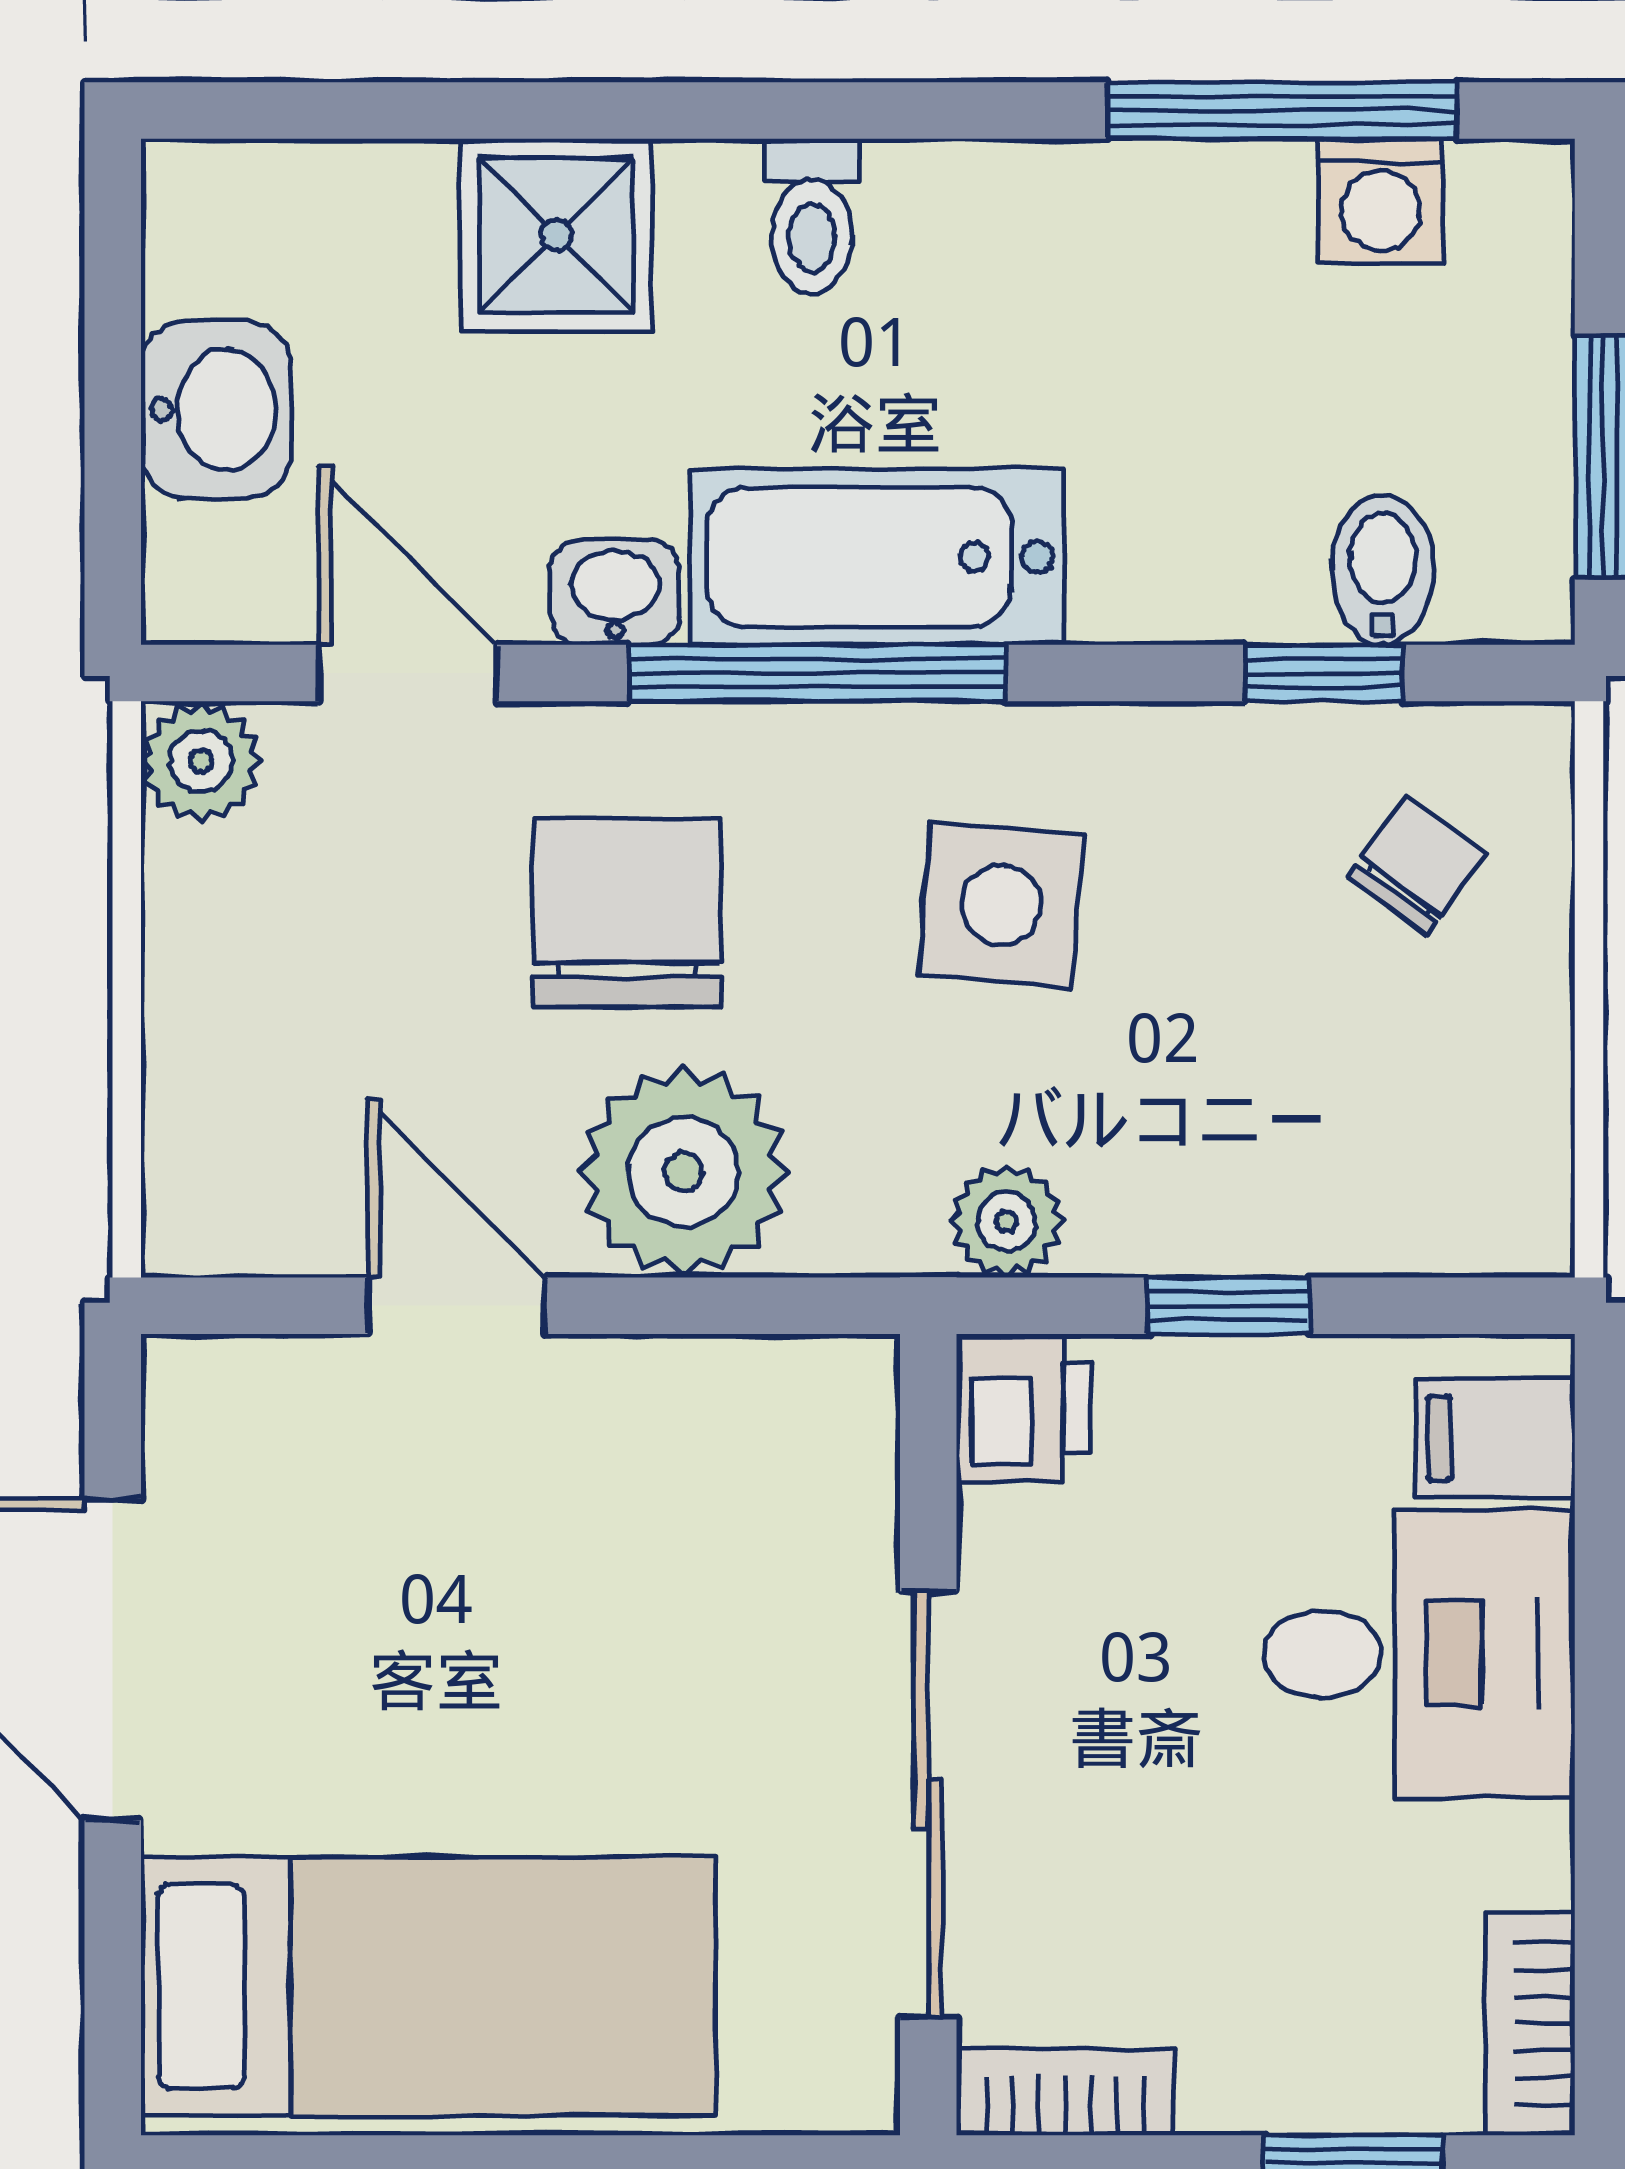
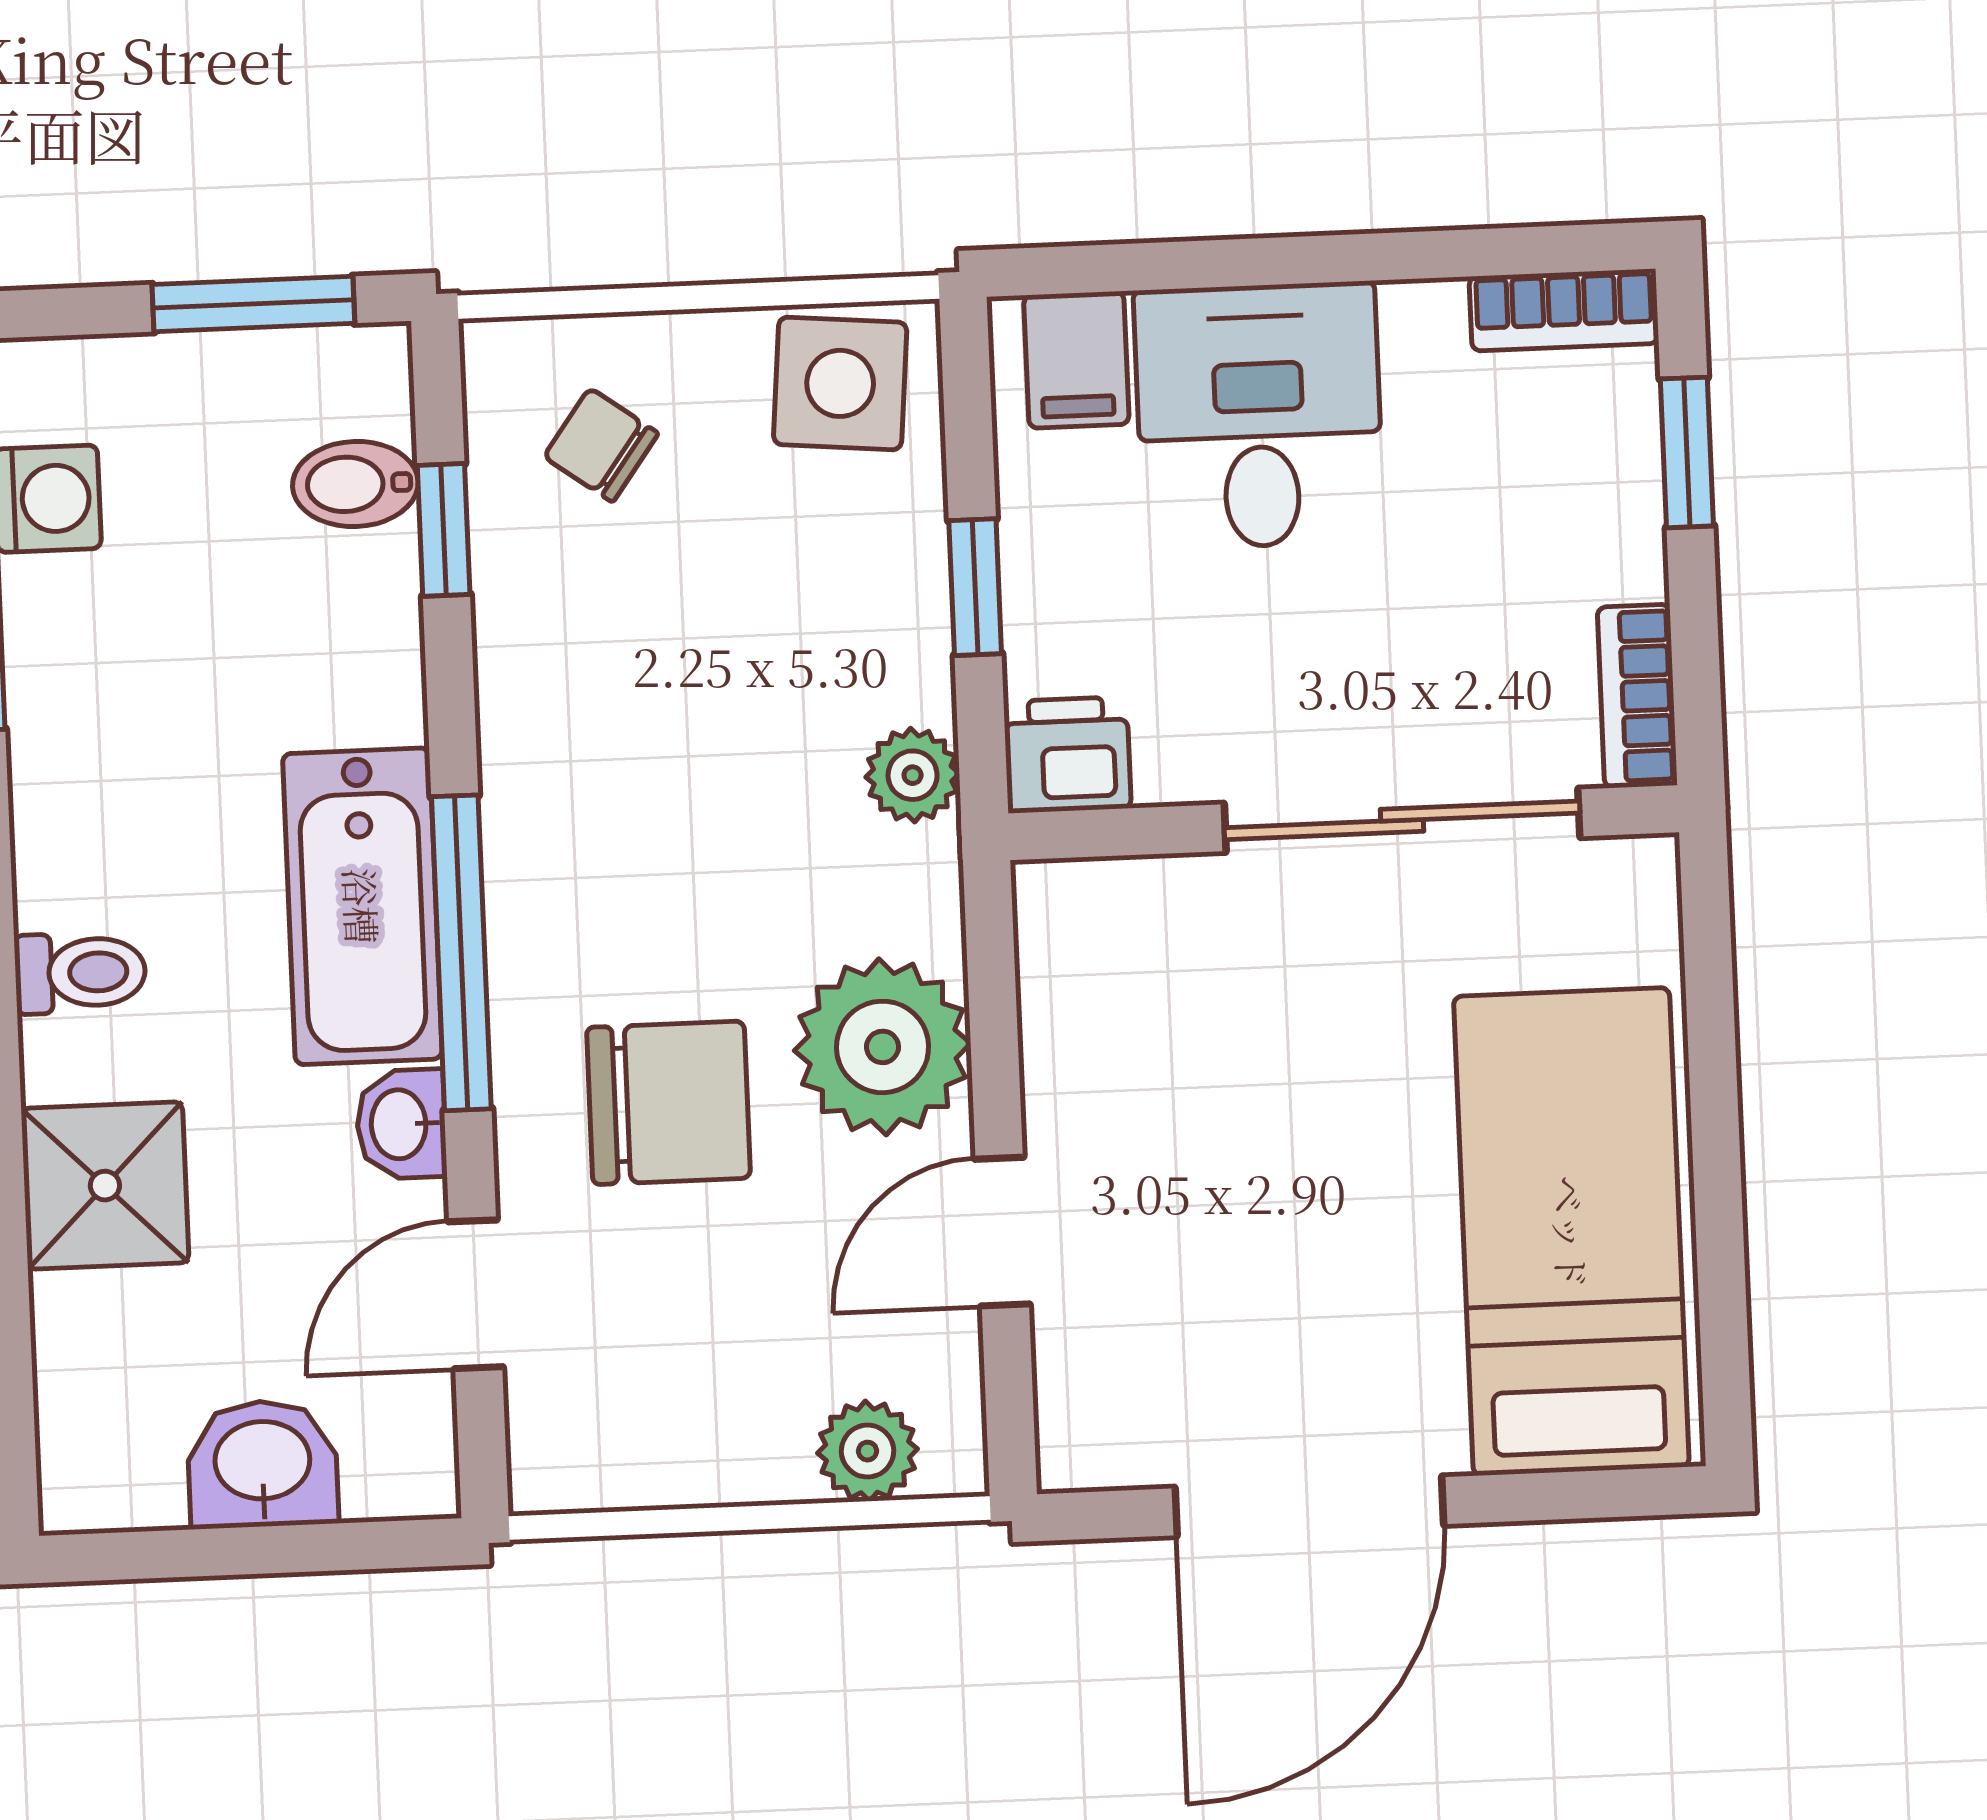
plant: (201, 761) -> (868, 1451), moved
side table: (1001, 905) -> (840, 383), moved
chair: (627, 913) -> (669, 1103), turned 180

